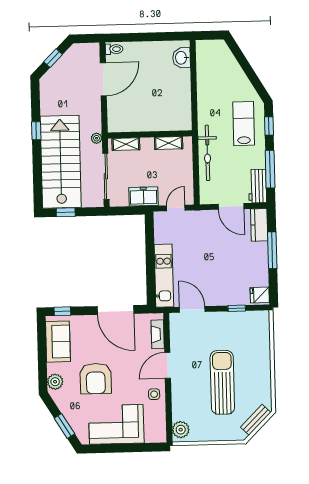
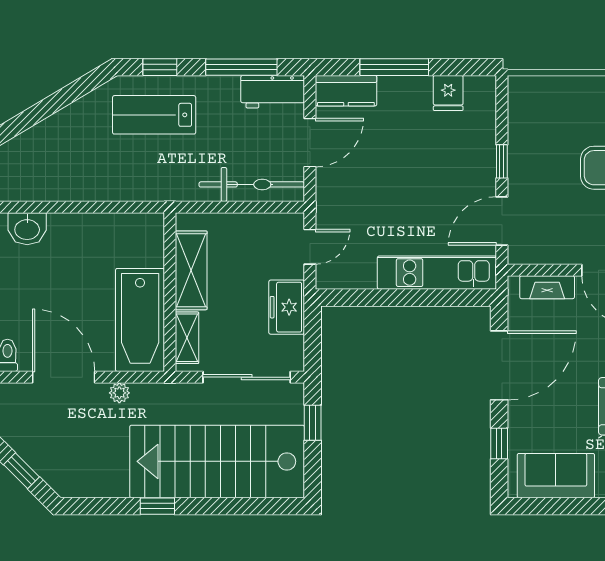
bathtub: (135, 119) -> (140, 320), added
plant: (97, 138) -> (119, 393), moved
shelving: (169, 143) -> (191, 270), width x1.50, depth x1.33
bicycle: (207, 153) -> (252, 184), moved
door: (176, 208) -> (310, 247), swing flipped
window: (66, 212) -> (313, 423), moved
fridge: (260, 295) -> (448, 93), moved
window: (237, 308) -> (502, 161), moved
window: (62, 311) -> (499, 444), moved

